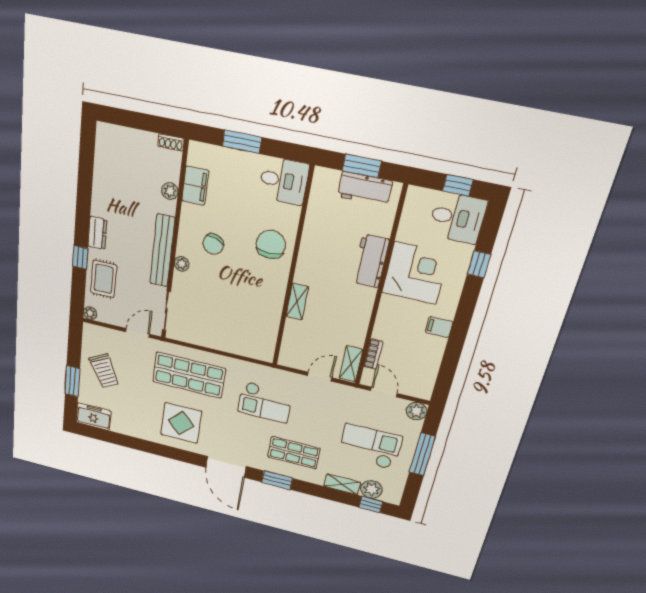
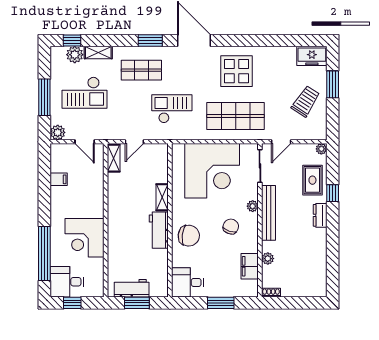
chair: (271, 244) -> (189, 236), turned -83
workbench: (371, 261) -> (159, 230), moved, turned 180
window: (479, 264) -> (44, 253), width x3.17
corner desk: (227, 319) -> (212, 171), added
filing cabinet: (439, 327) -> (59, 179), moved
bookcase: (373, 354) -> (99, 170), removed
trolley: (104, 371) -> (306, 101), turned 61

